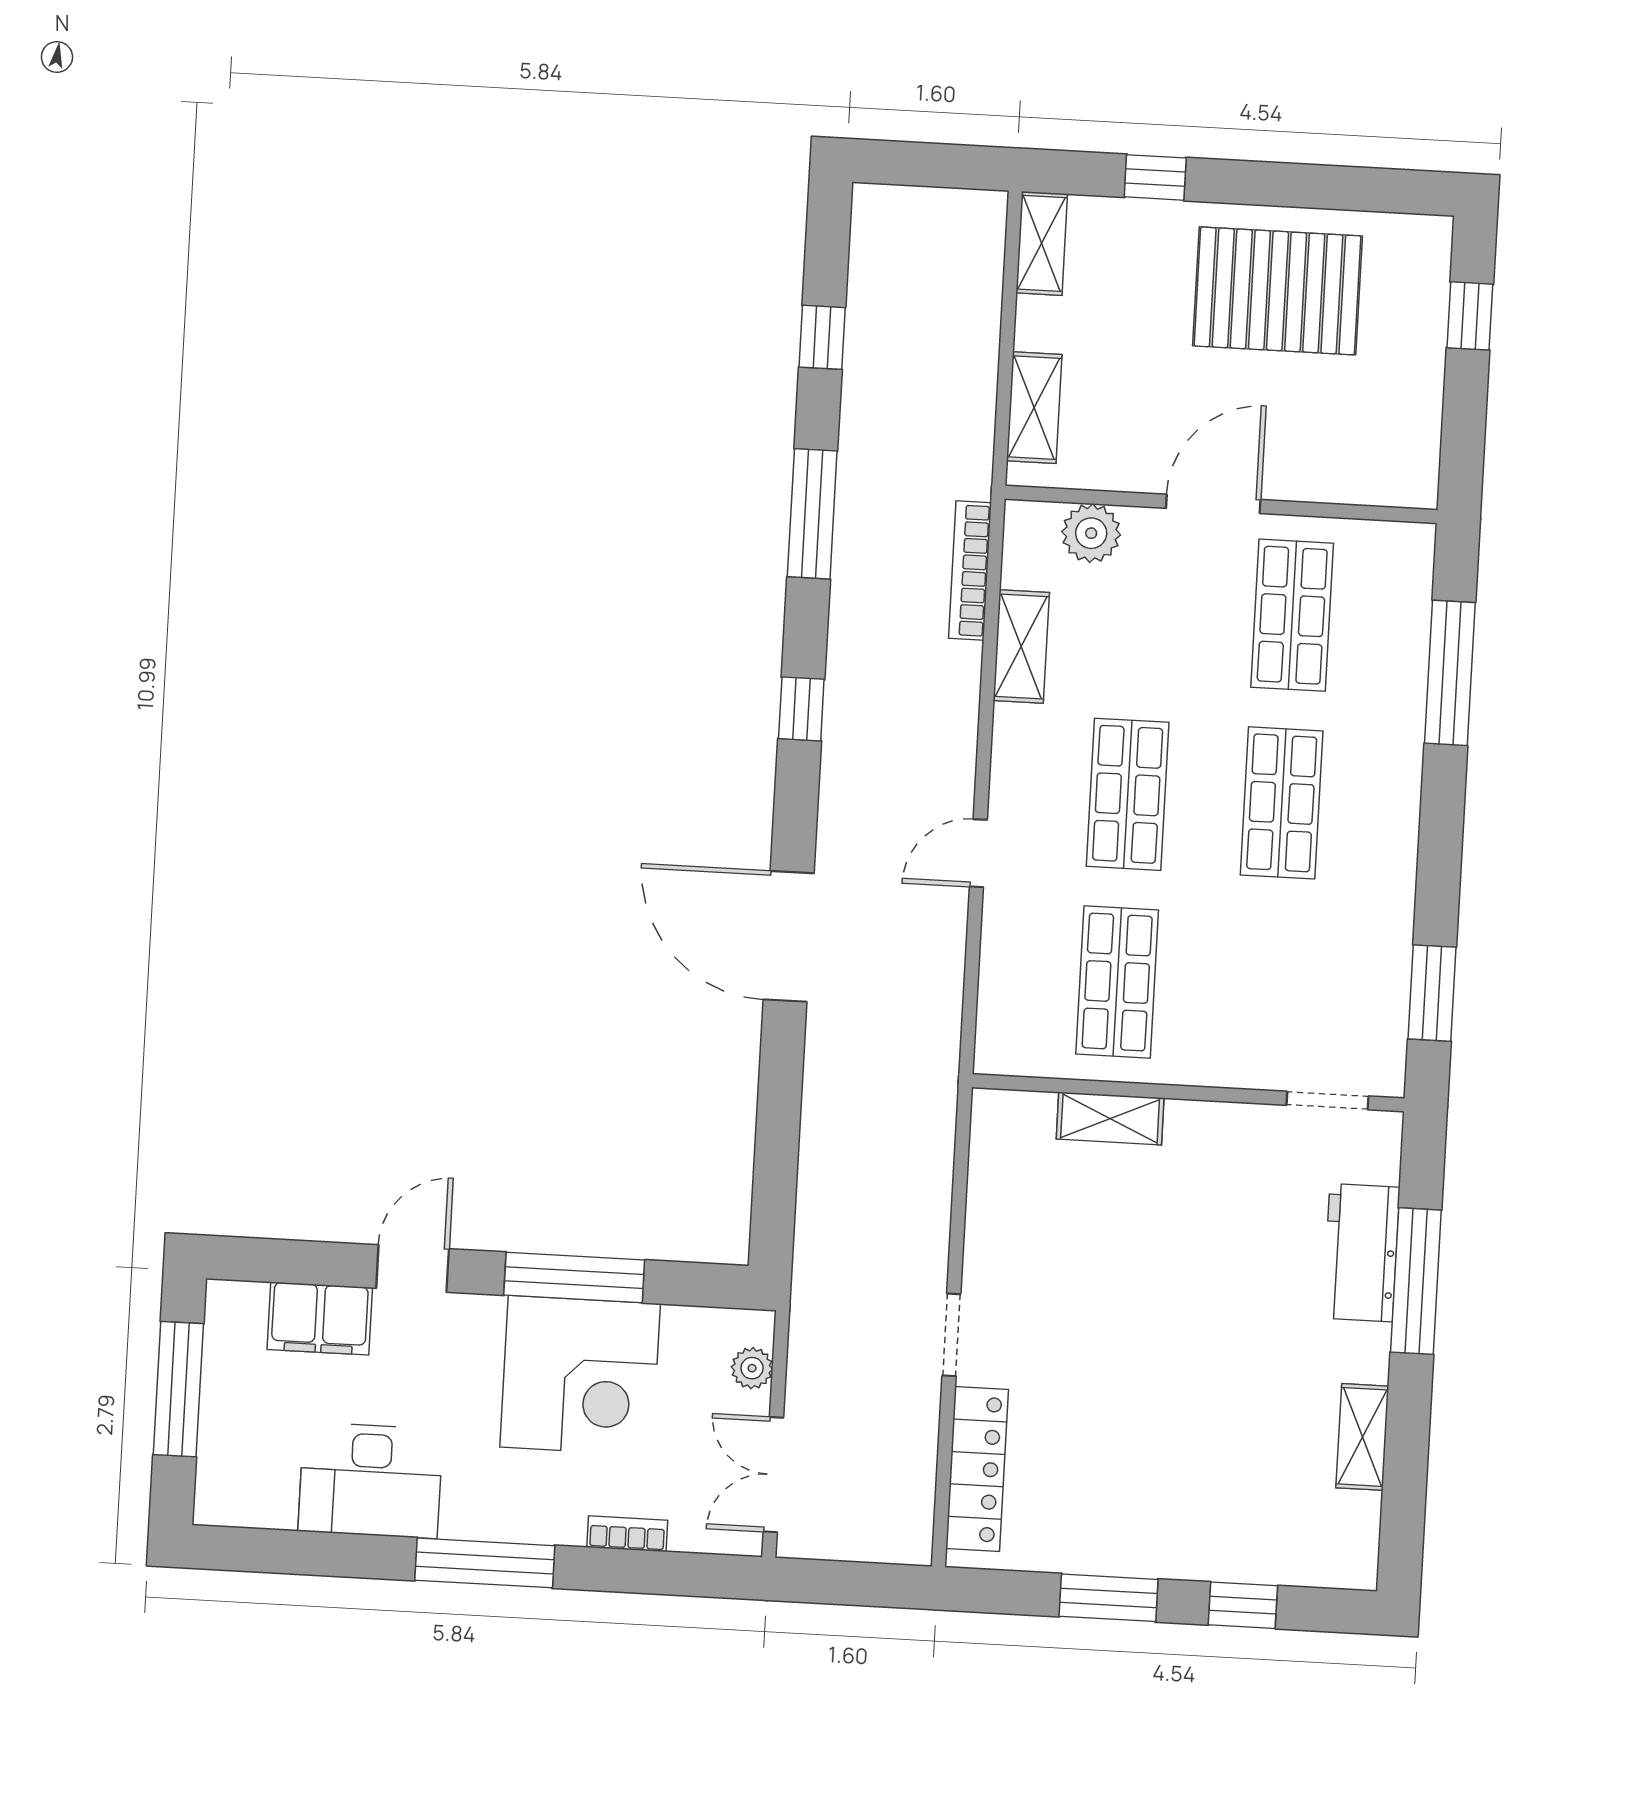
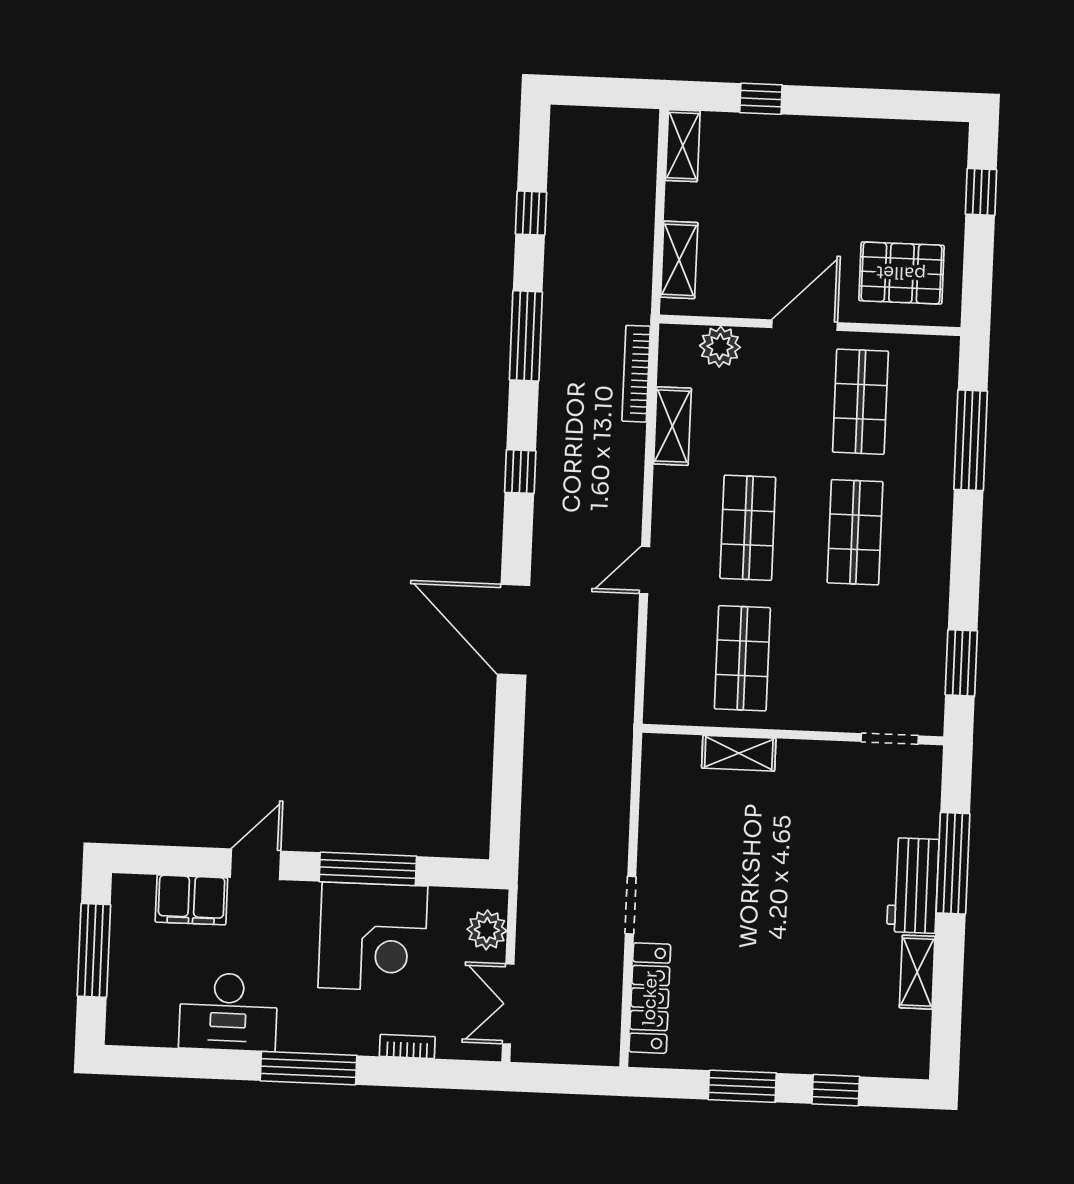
pallet: (1278, 291) -> (901, 273), moved, width x0.73, depth x0.71
workbench: (1361, 1253) -> (913, 885), moved
plant: (752, 1368) -> (487, 930), width x1.38, depth x1.38

